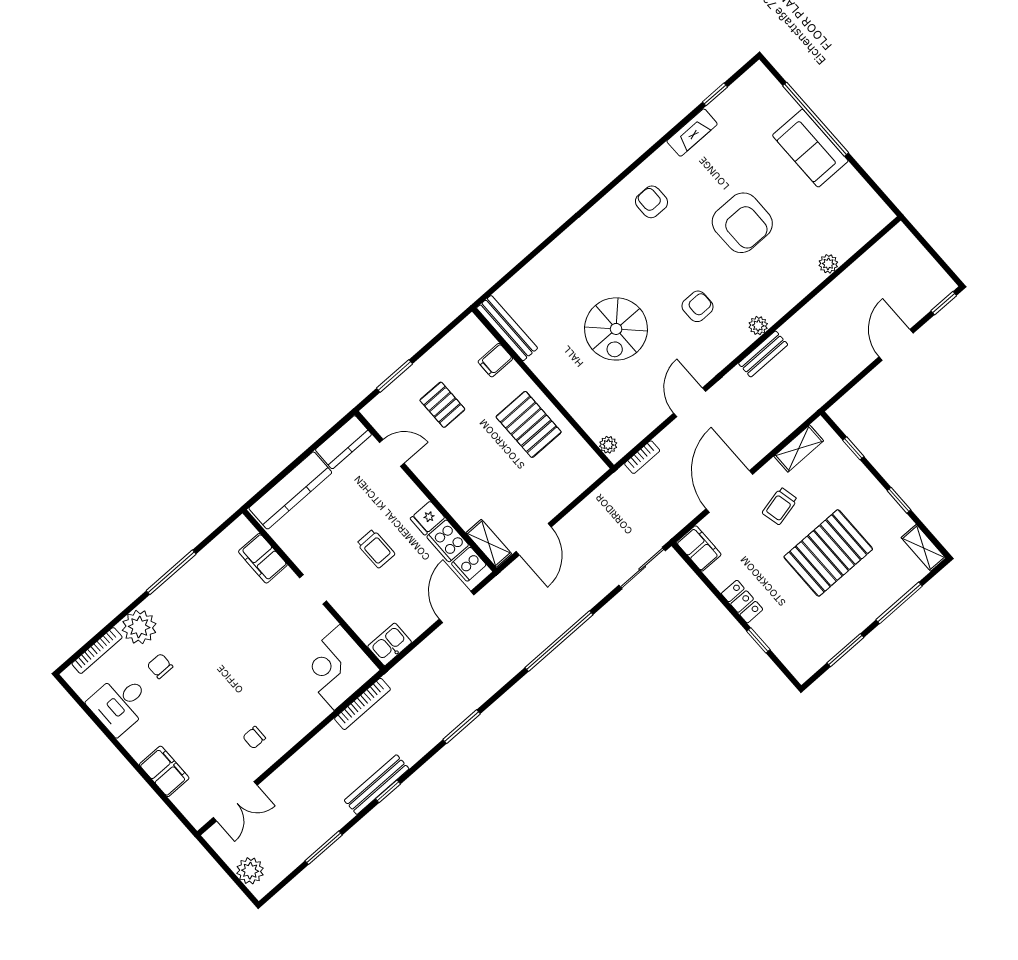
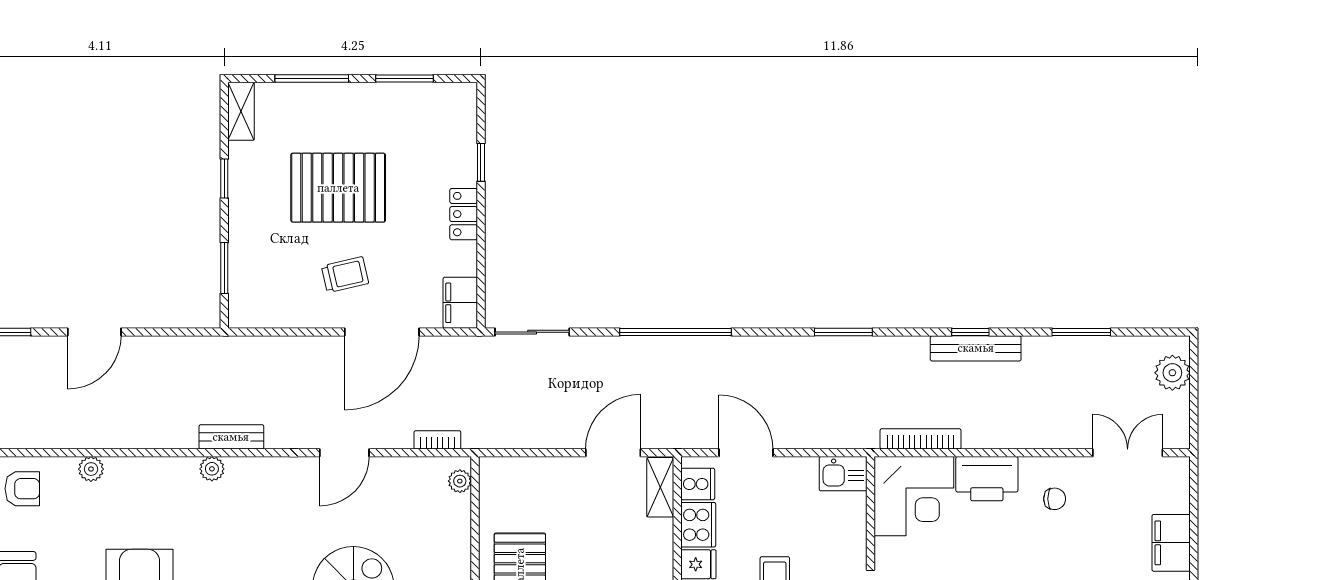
armchair: (698, 306) -> (22, 489), moved, turned 180
window: (853, 448) -> (224, 268), width x1.50
shelving: (799, 449) -> (278, 315), removed
door: (457, 607) -> (746, 453), swing flipped
printer: (304, 715) -> (987, 479), added

